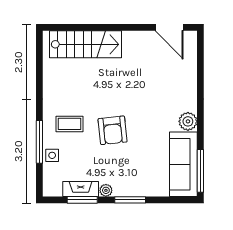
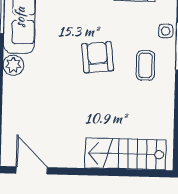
coffee table: (69, 124) -> (145, 65), turned 90

